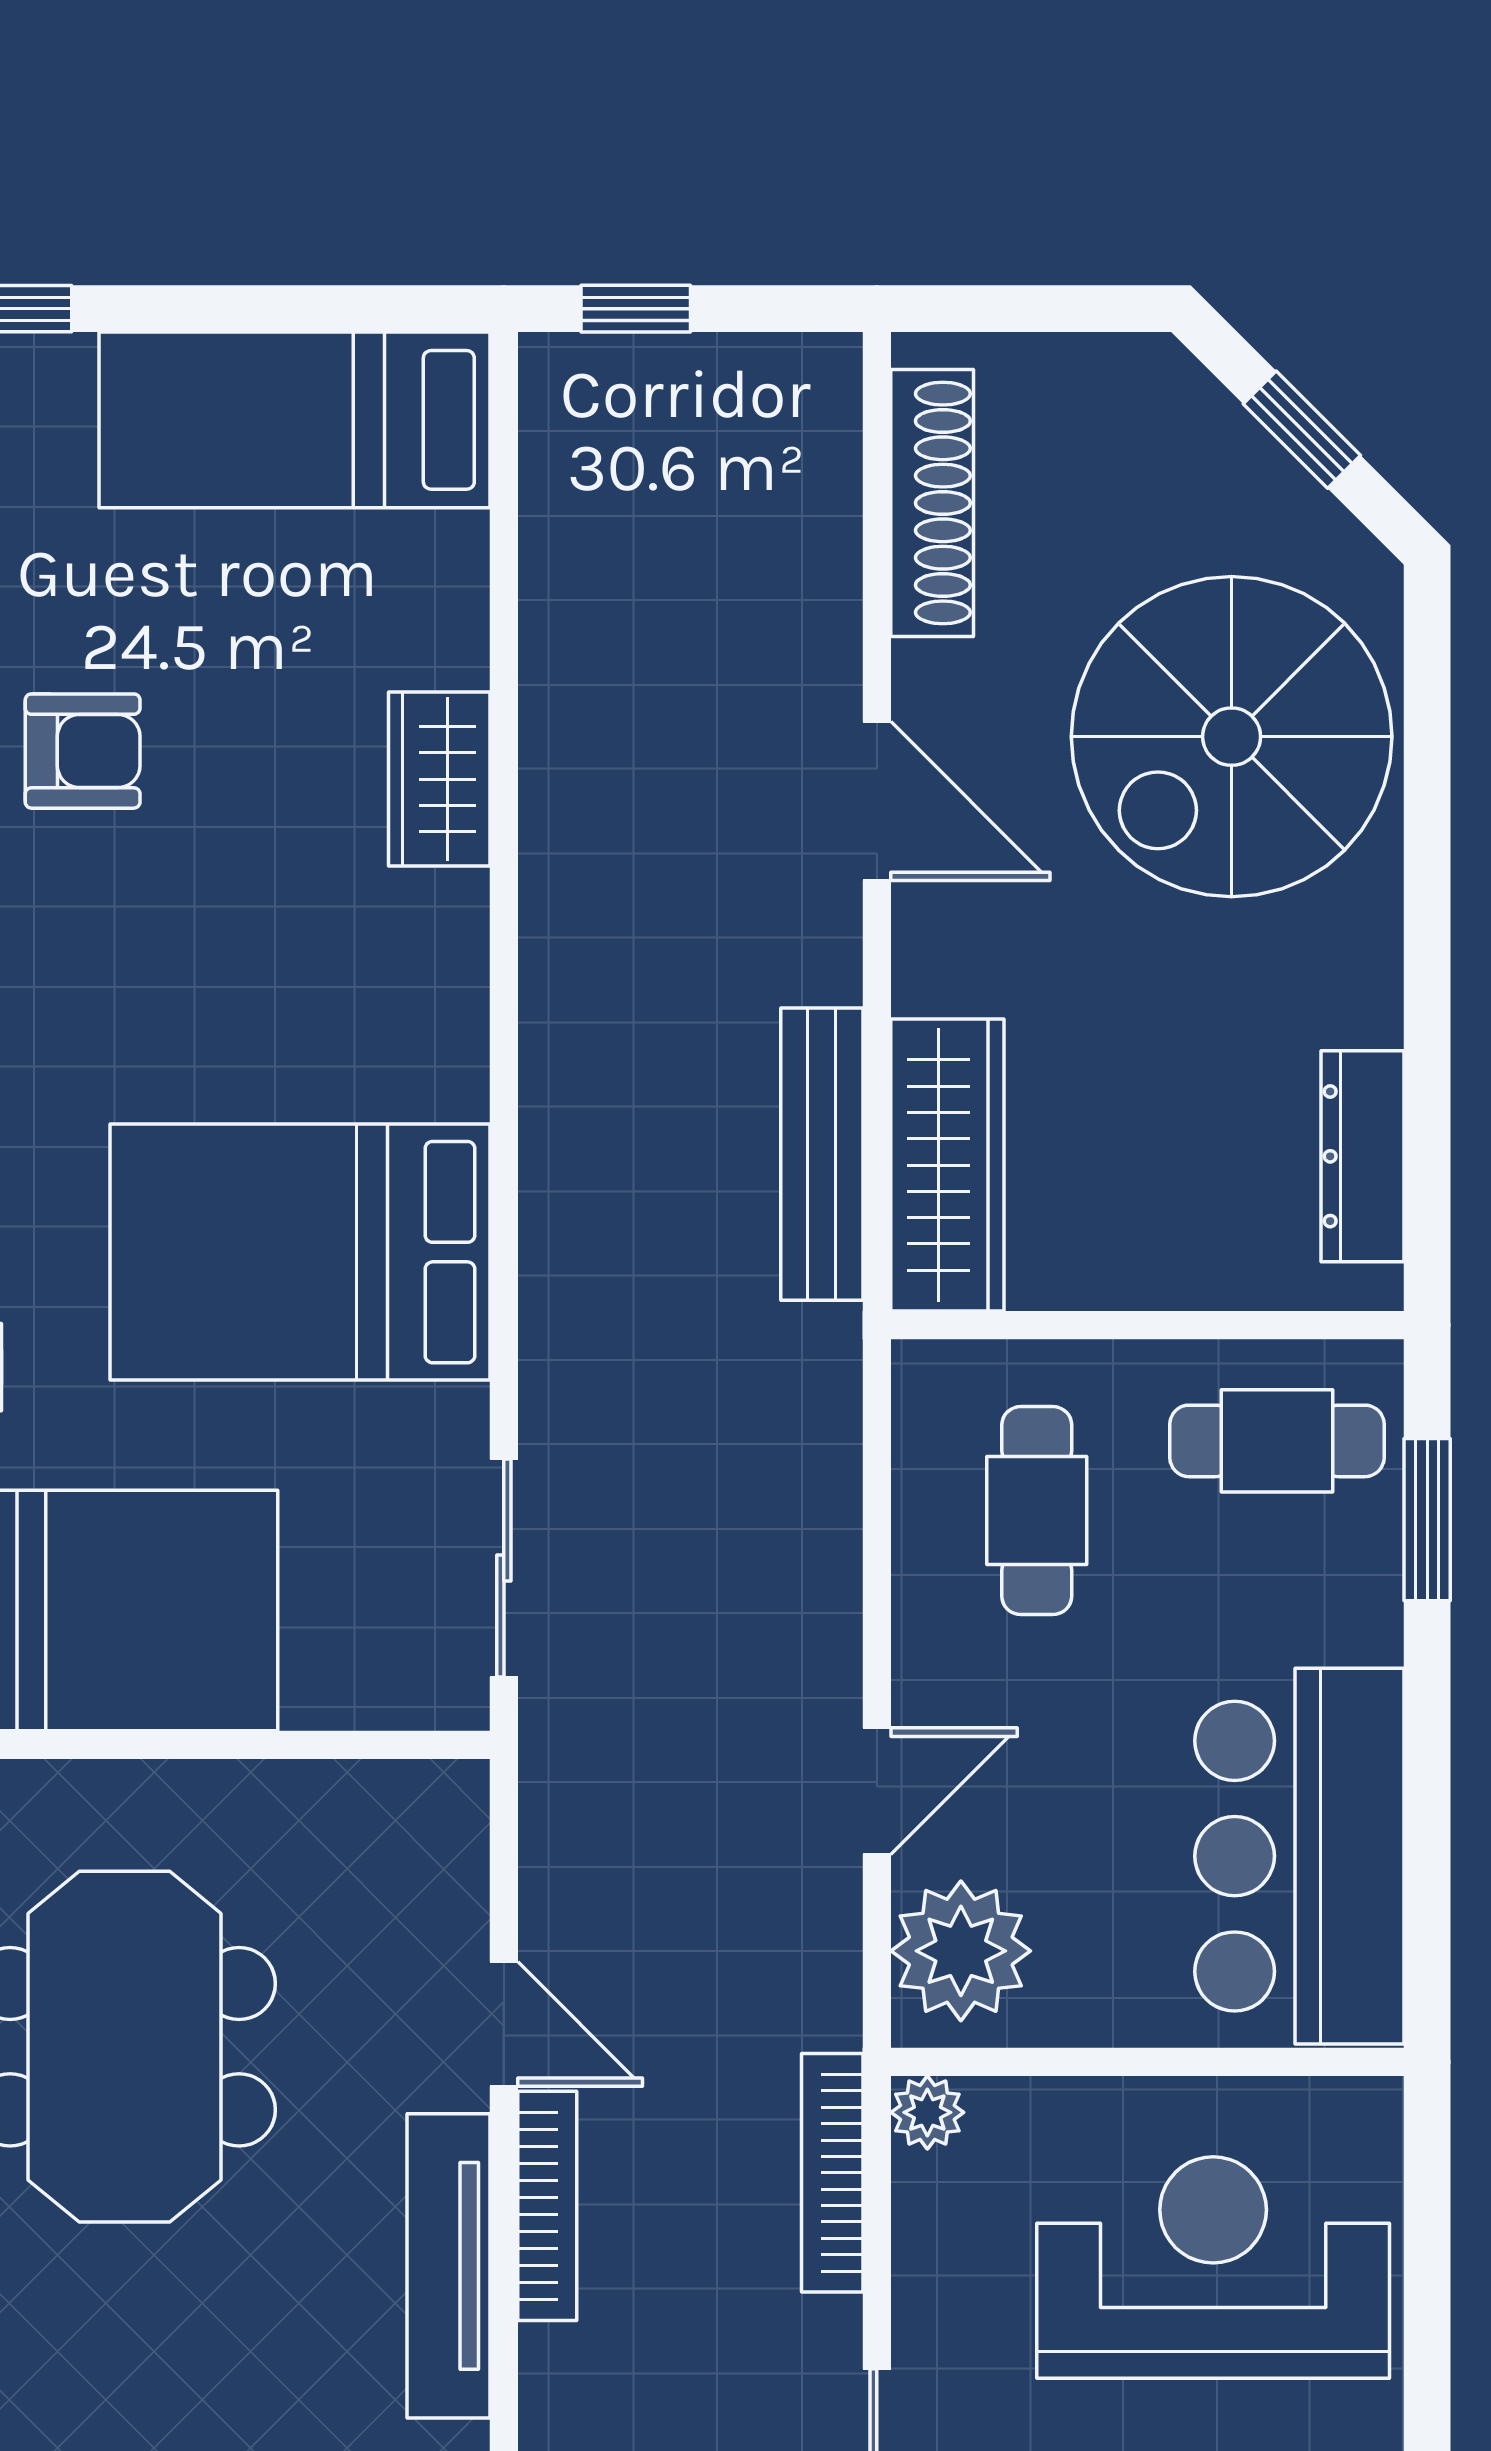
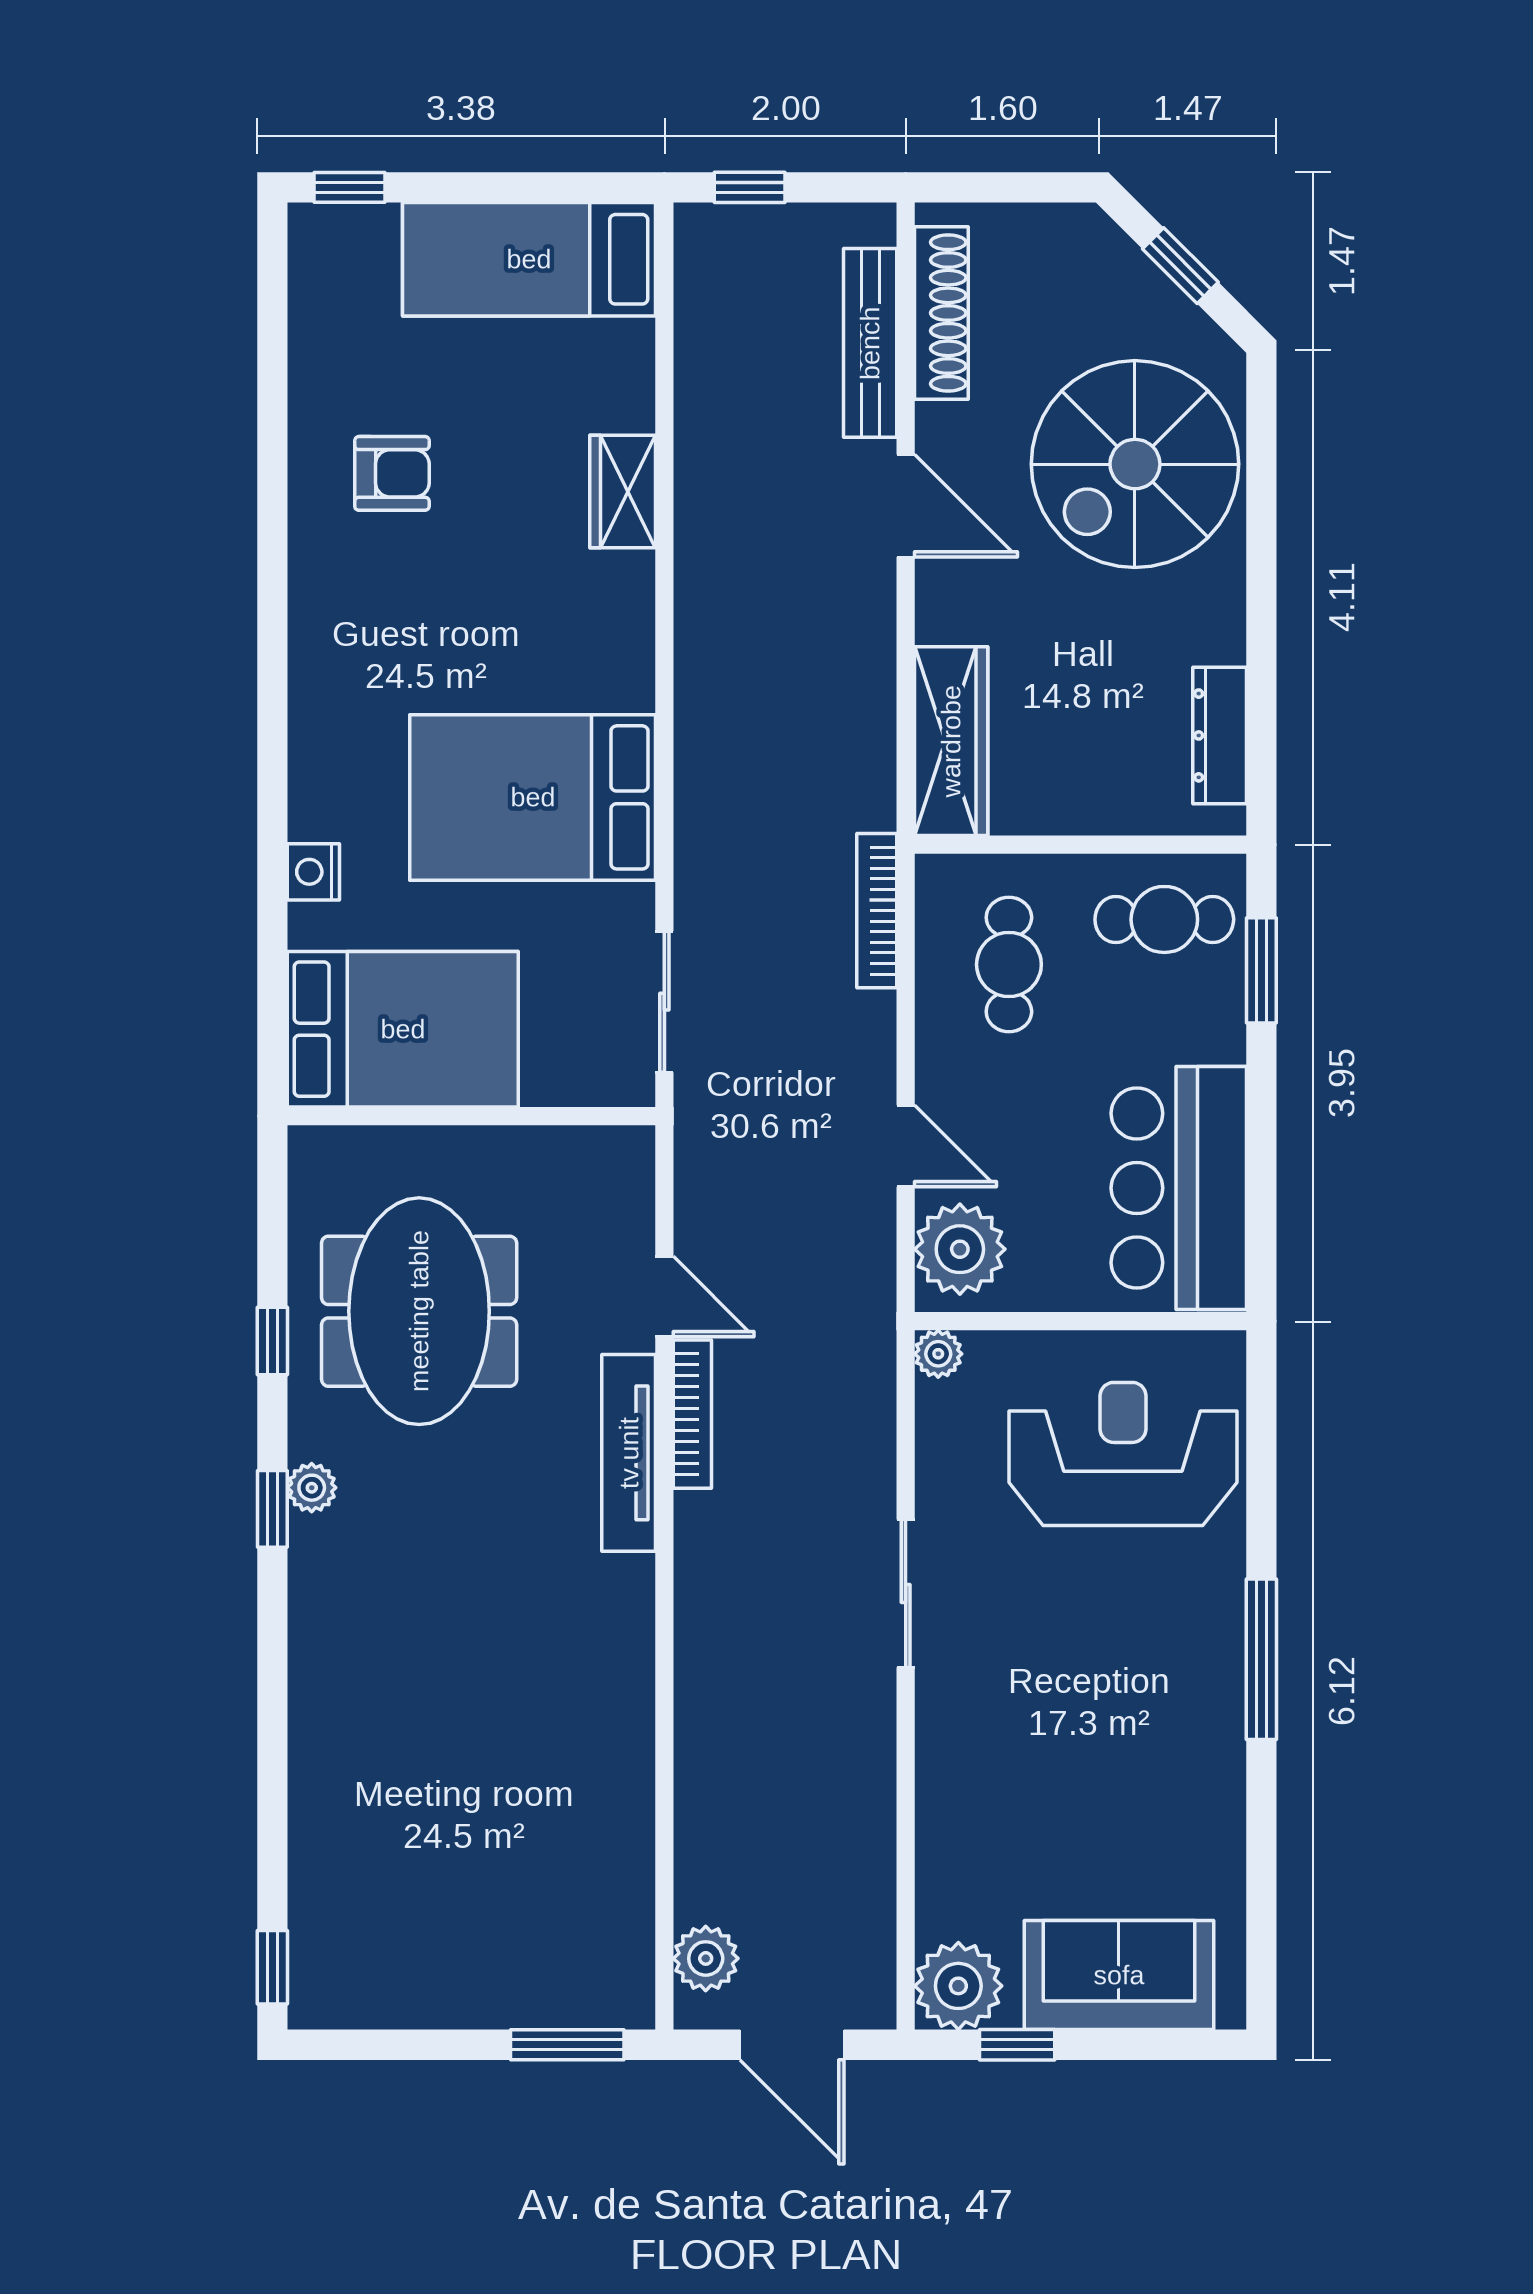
bench: (822, 1154) -> (870, 343), moved
door: (877, 1791) -> (906, 1146), hinge flipped
bookcase: (832, 2173) -> (877, 911), moved

